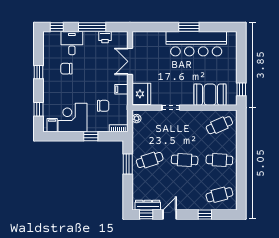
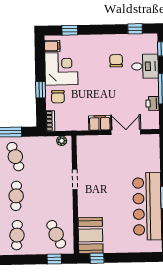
window: (38, 72) -> (135, 29), moved
filing cabinet: (121, 89) -> (100, 123), width x2.00
fridge: (141, 94) -> (89, 146), removed
booth: (210, 95) -> (91, 235), moved
chair: (103, 106) -> (58, 97), moved
window: (241, 127) -> (54, 259), added

